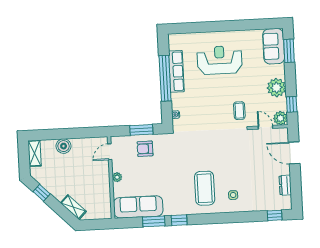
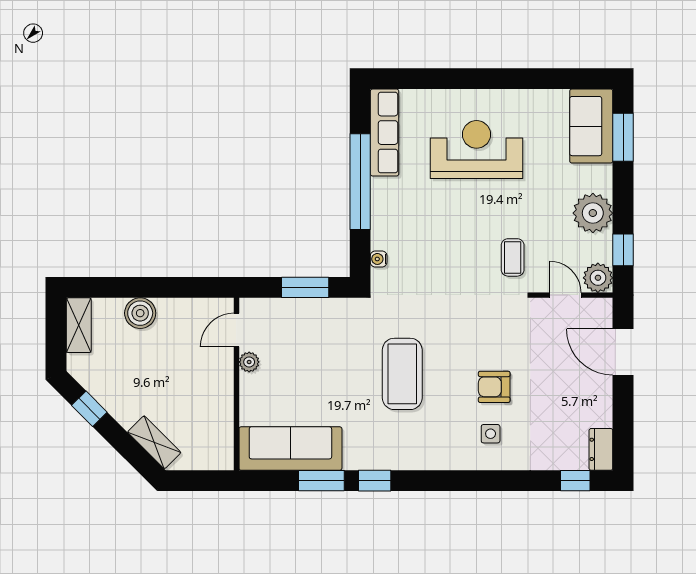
row of seats: (176, 71) -> (385, 133), moved
armchair: (145, 149) -> (494, 387), moved
plant: (117, 177) -> (249, 362), moved
dresser: (285, 185) -> (601, 449), moved
coffee table: (205, 188) -> (402, 374), moved

